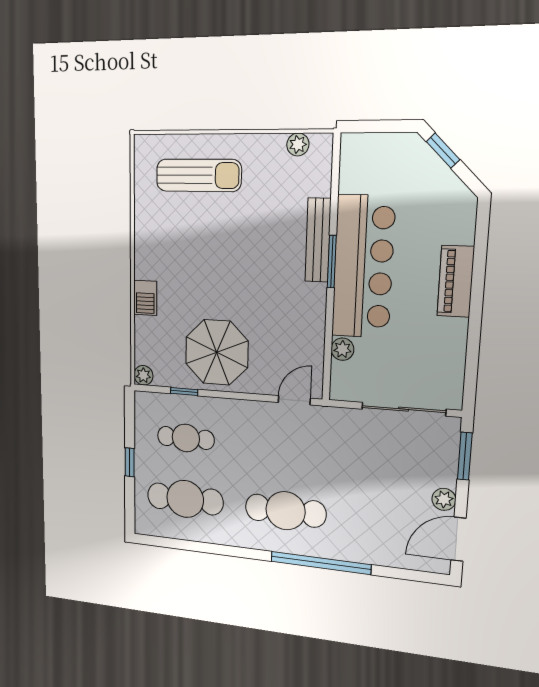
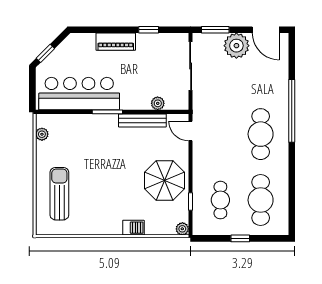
bench: (318, 240) -> (142, 120), moved
bar counter: (363, 267) -> (79, 94), moved
window: (473, 341) -> (149, 30), added
plant: (444, 499) -> (236, 46), width x1.87, depth x1.87

